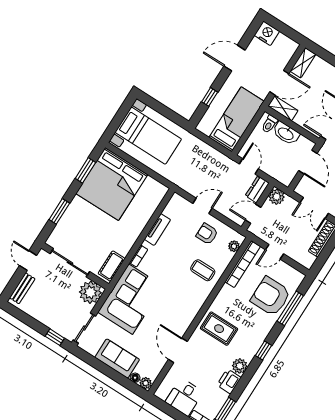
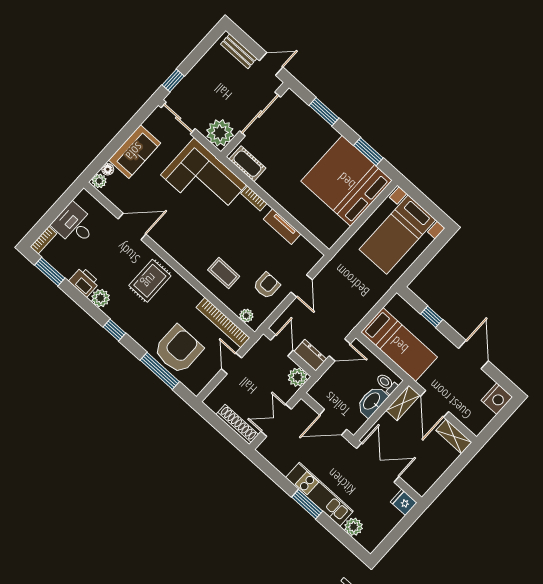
coffee table: (203, 270) -> (224, 273), turned 90

